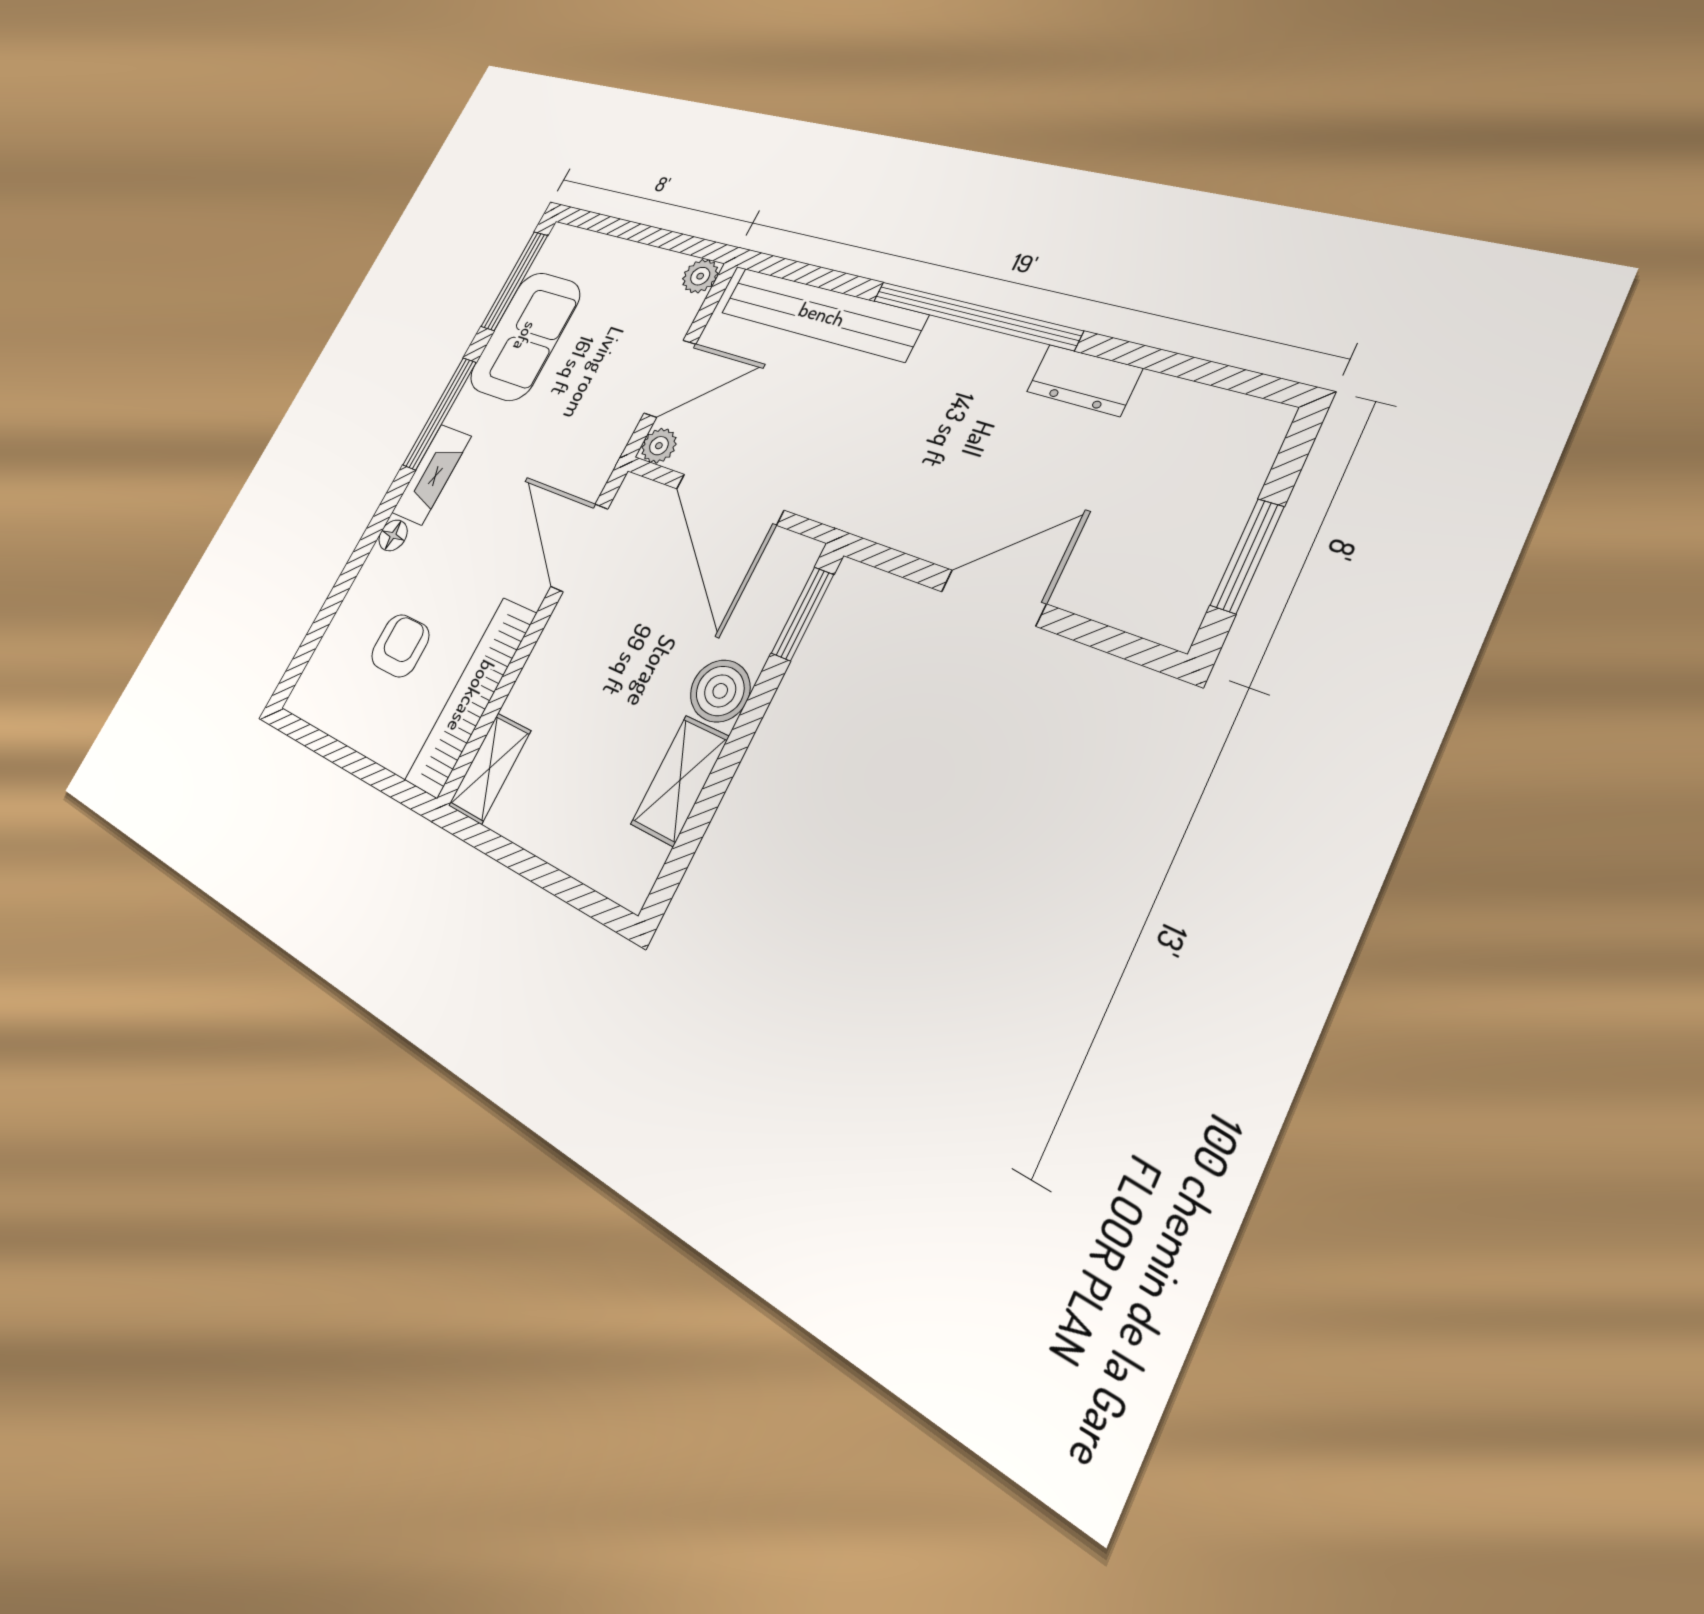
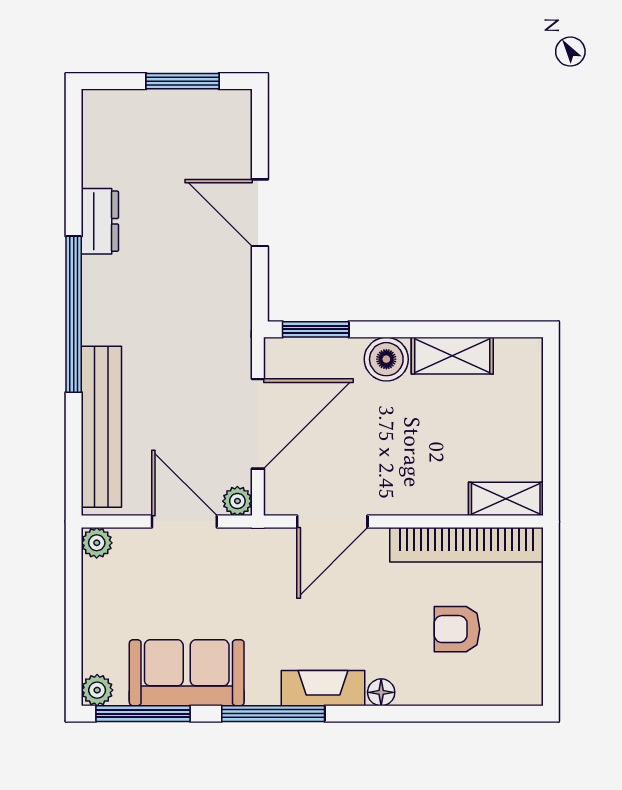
plant: (561, 240) -> (97, 690), added

